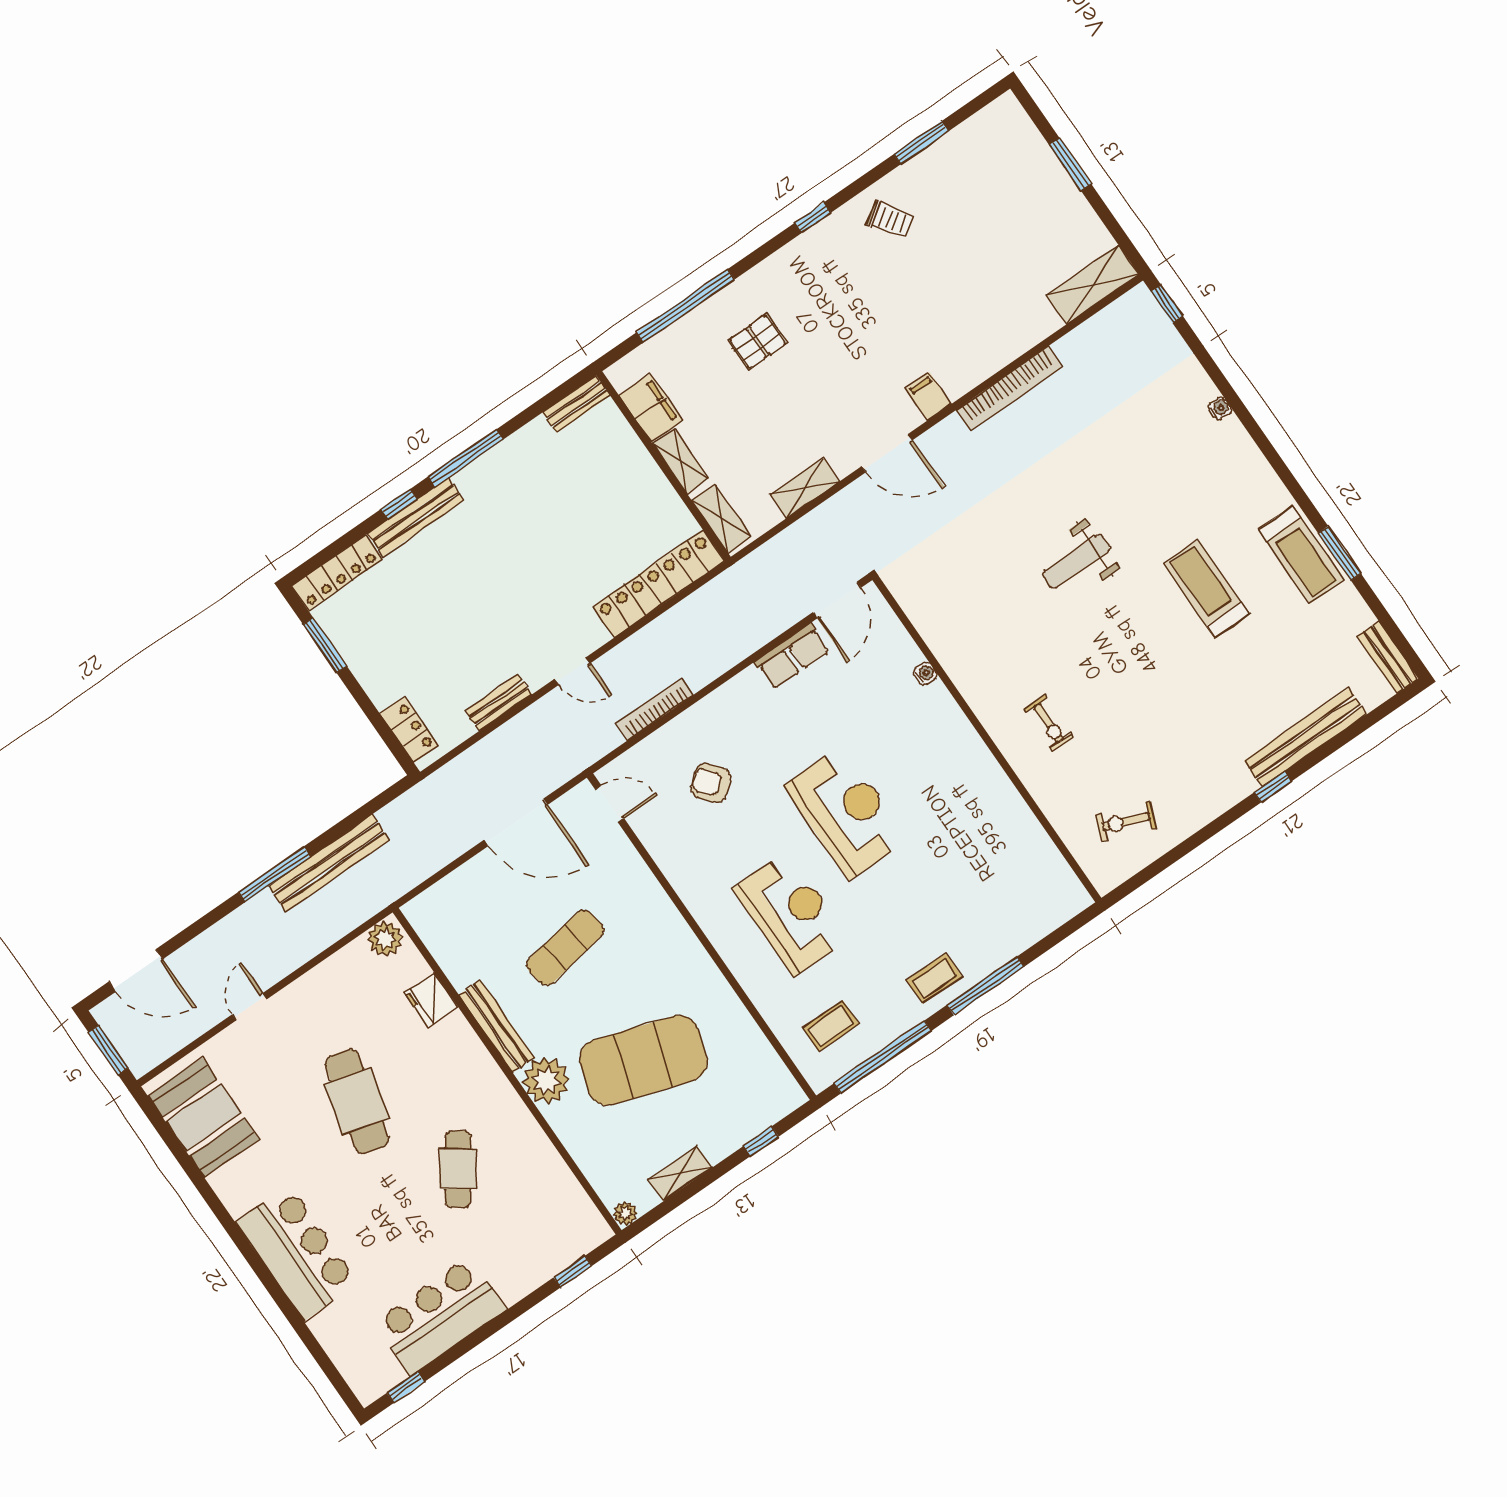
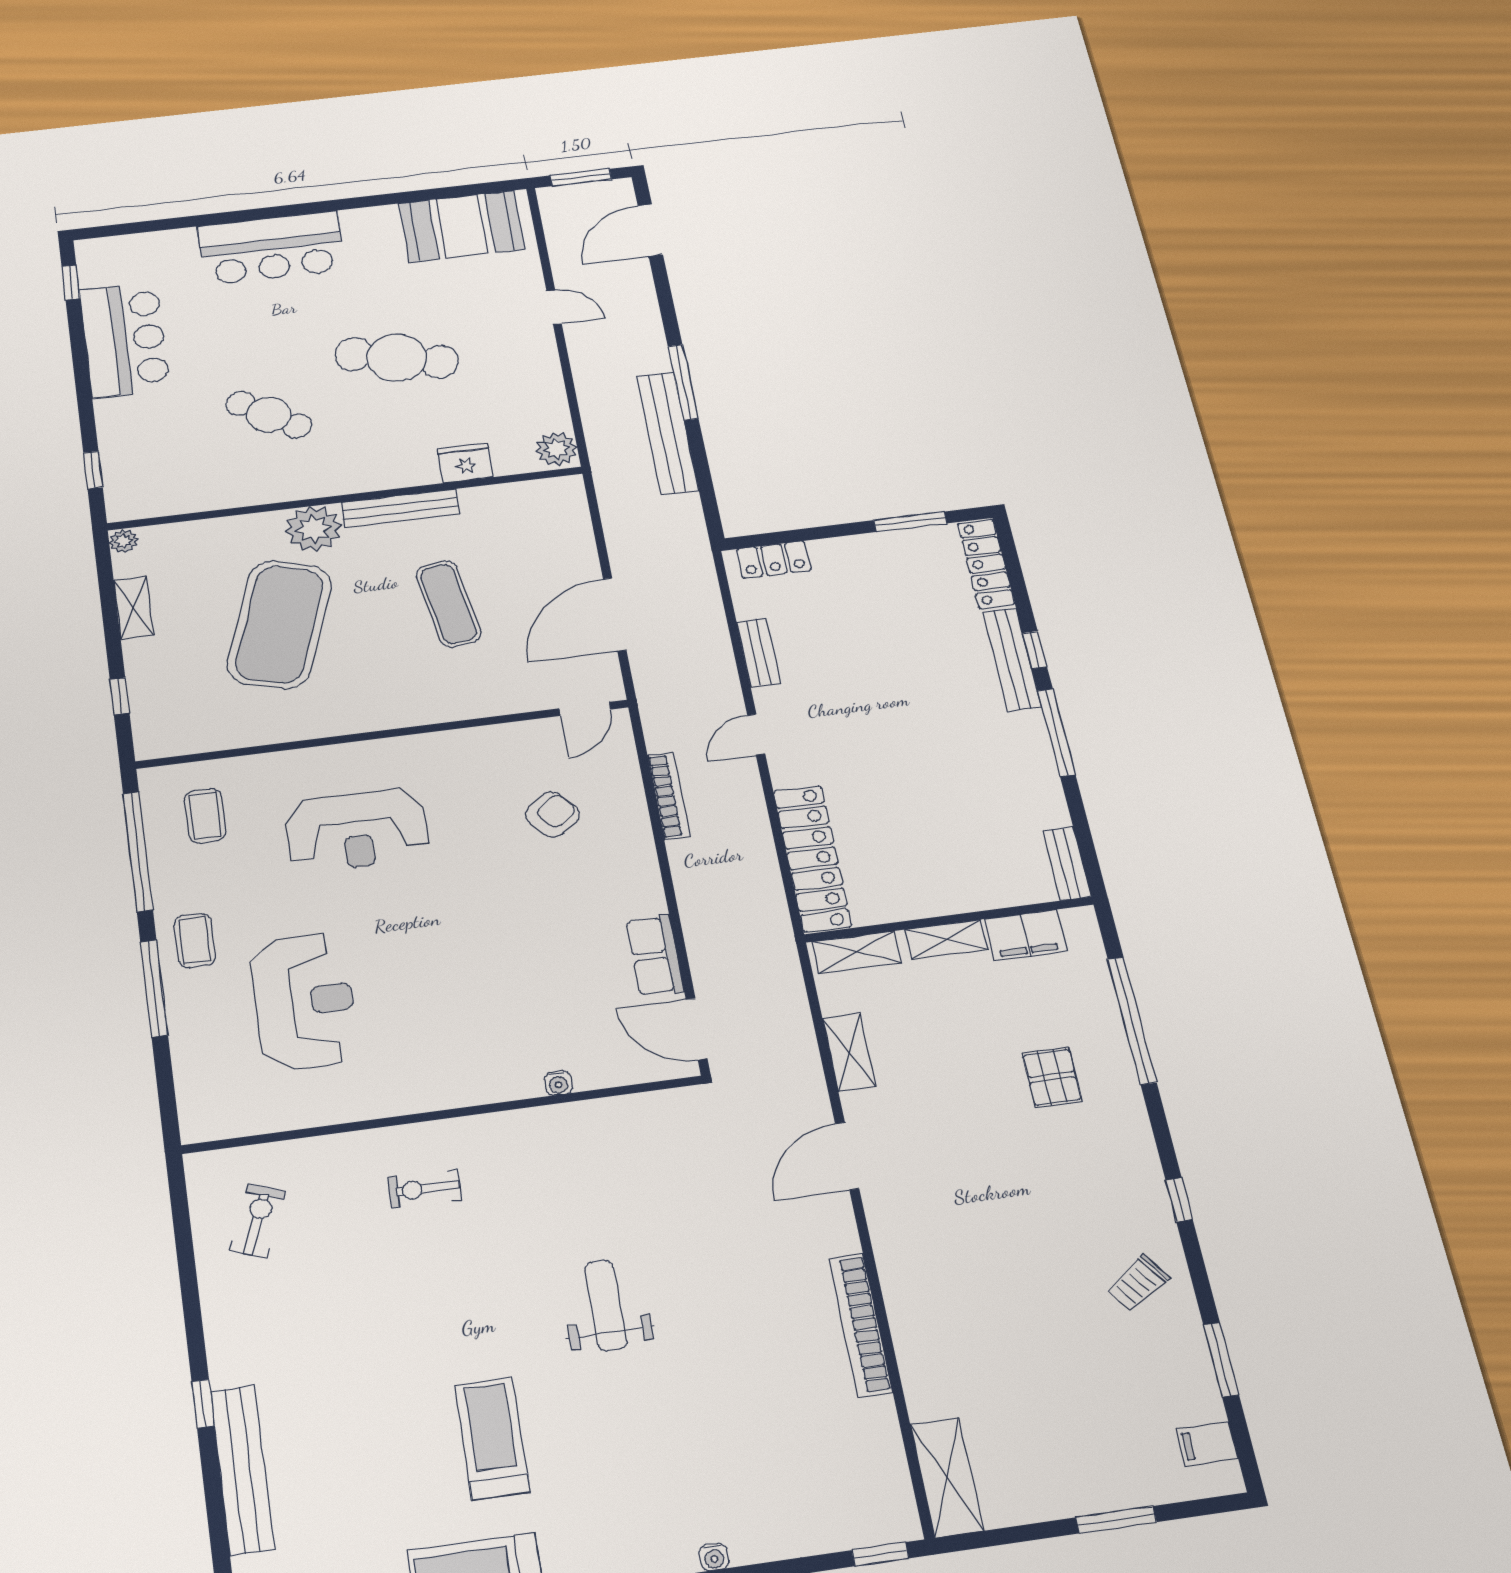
filing cabinet: (929, 396) -> (1207, 1444), moved, turned 180
treadmill: (1206, 589) -> (492, 1438), turned -90
reception desk: (846, 813) -> (304, 1001), moved, turned -90

